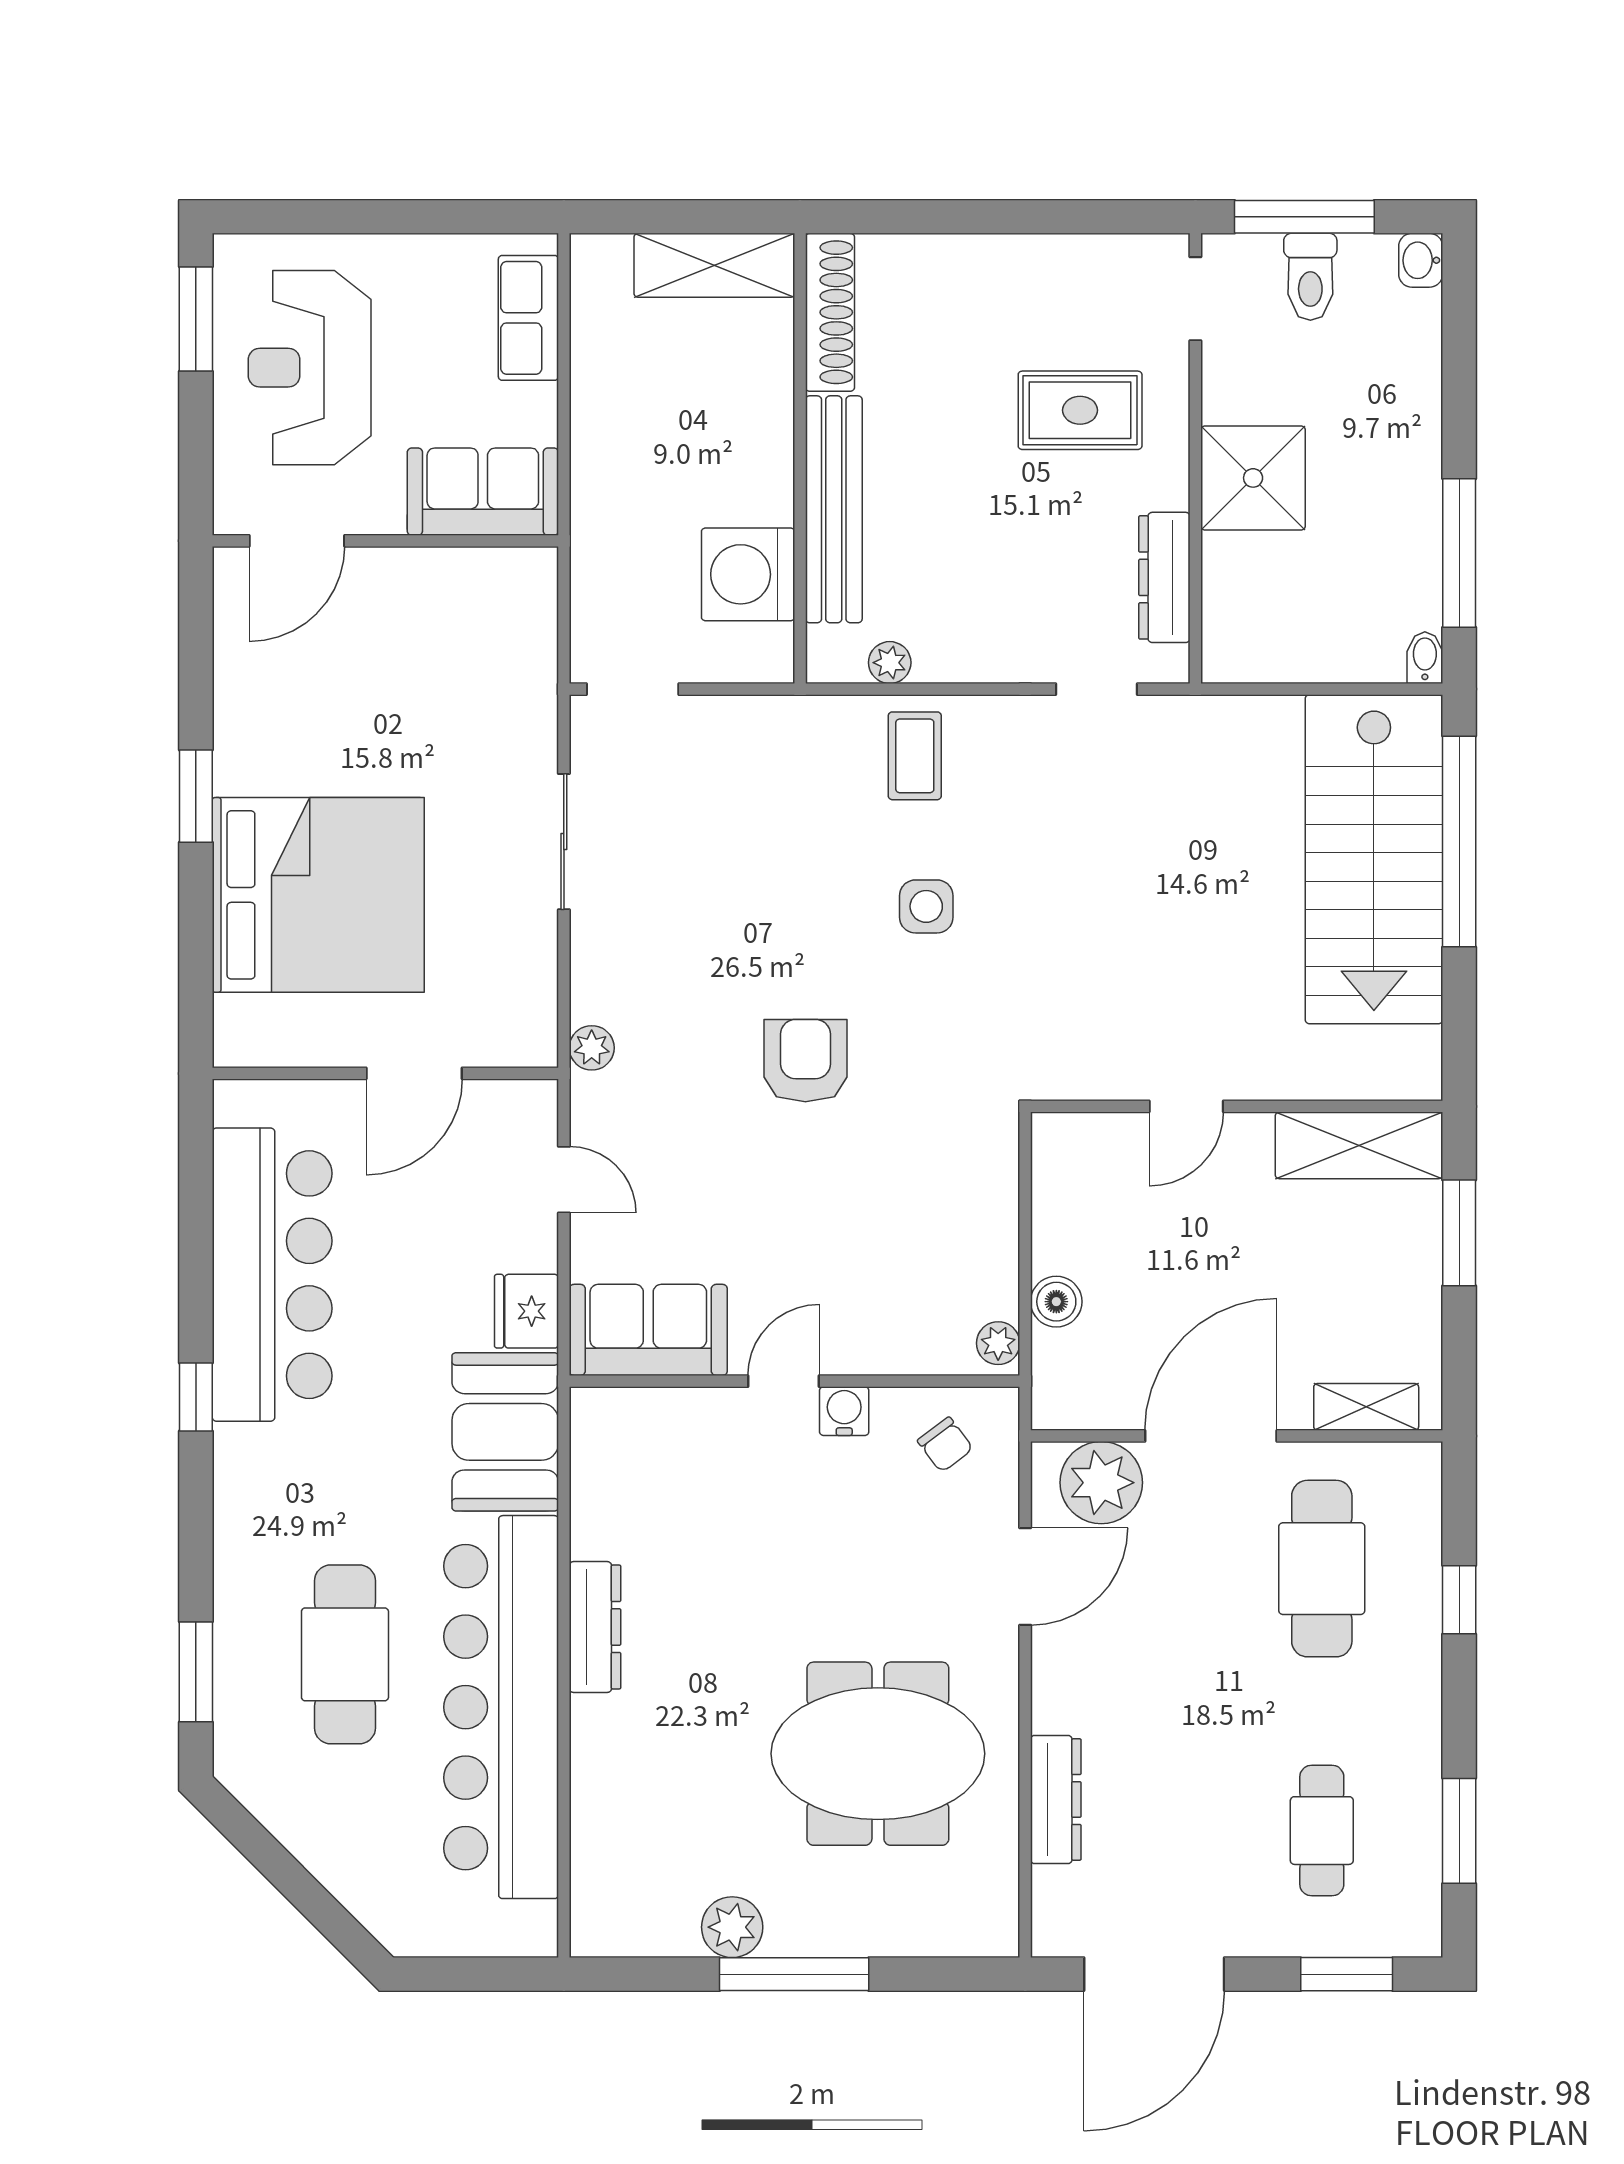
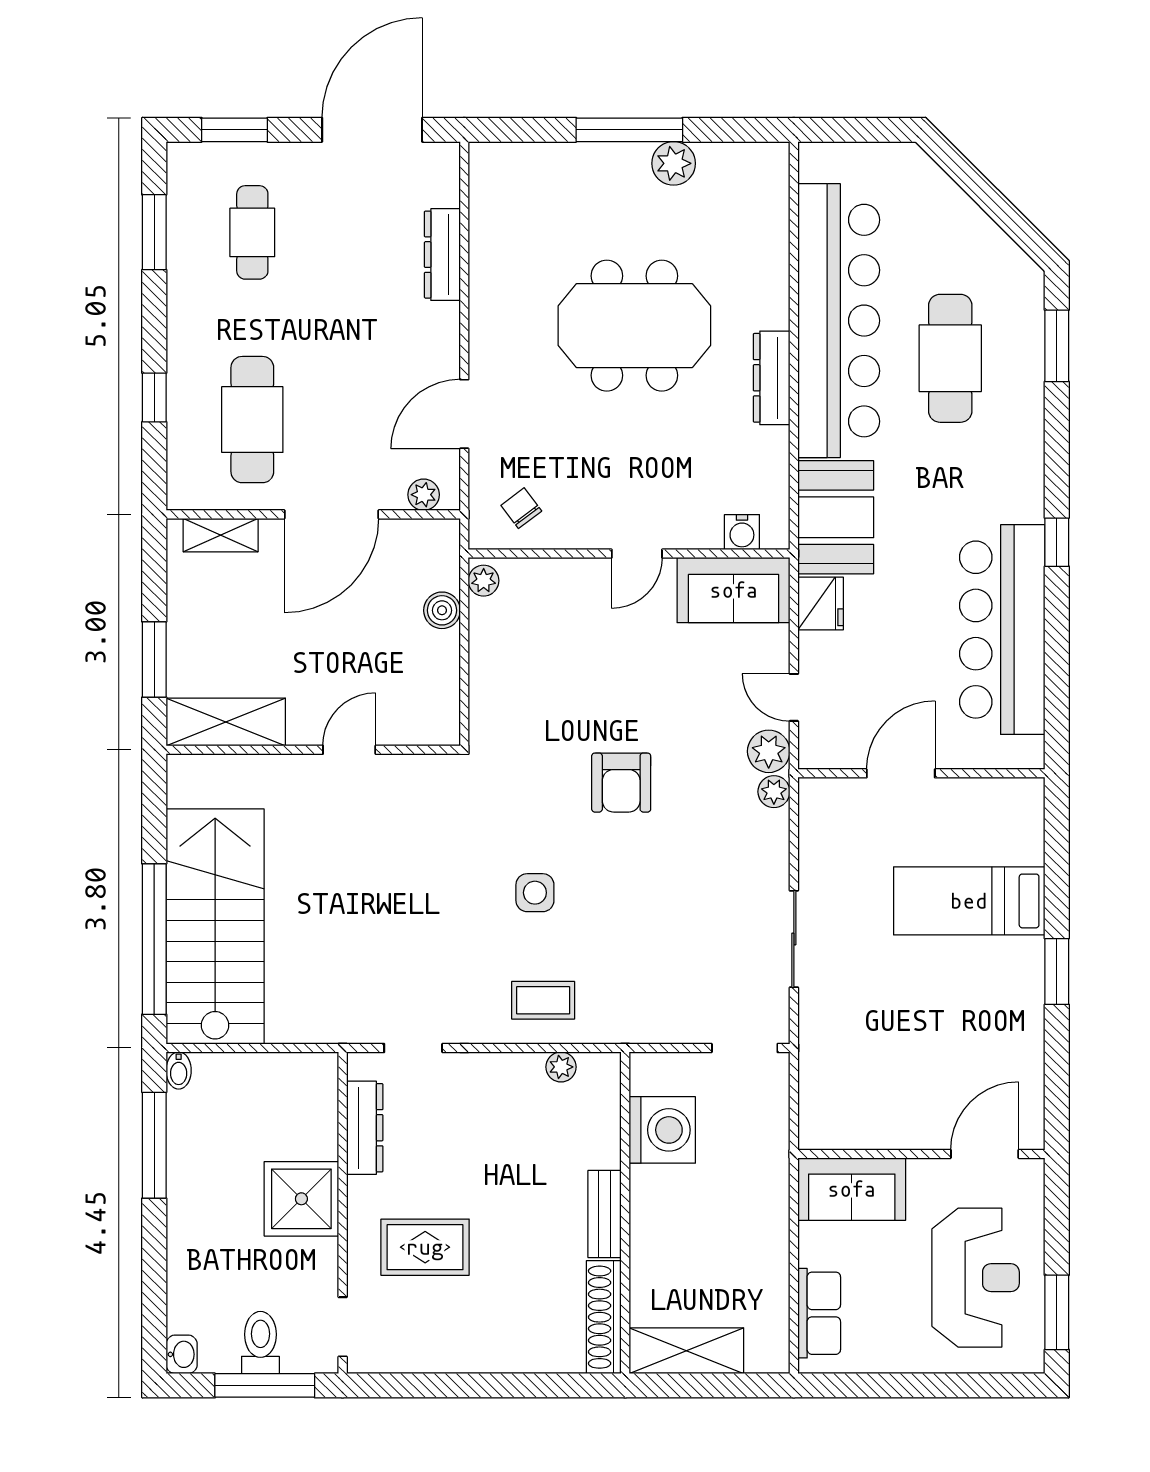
bench: (834, 509) -> (605, 1214), width x0.54, depth x0.82
coffee table: (915, 756) -> (543, 1000), turned 90
bed: (318, 895) -> (969, 901), width x0.49
plant: (599, 1104) -> (769, 751), added
water cooler: (844, 1411) -> (742, 532), moved
plant: (1101, 1483) -> (424, 495), width x0.53, depth x0.53
meeting table: (878, 1754) -> (634, 326), moved

